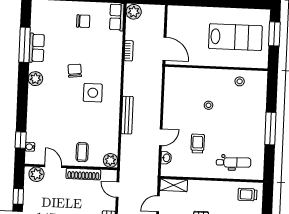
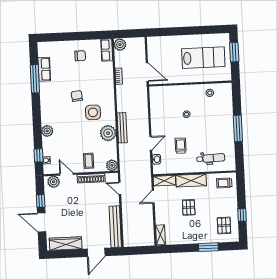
row of seats: (37, 48) -> (44, 69), moved
plant: (35, 79) -> (47, 131), moved
plant: (109, 120) -> (108, 133), added
shelving: (207, 188) -> (191, 180), added

